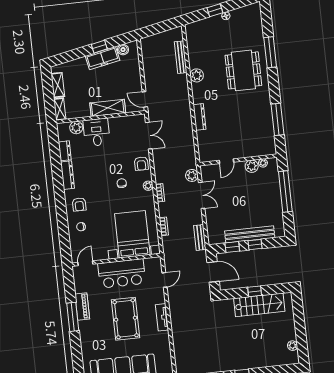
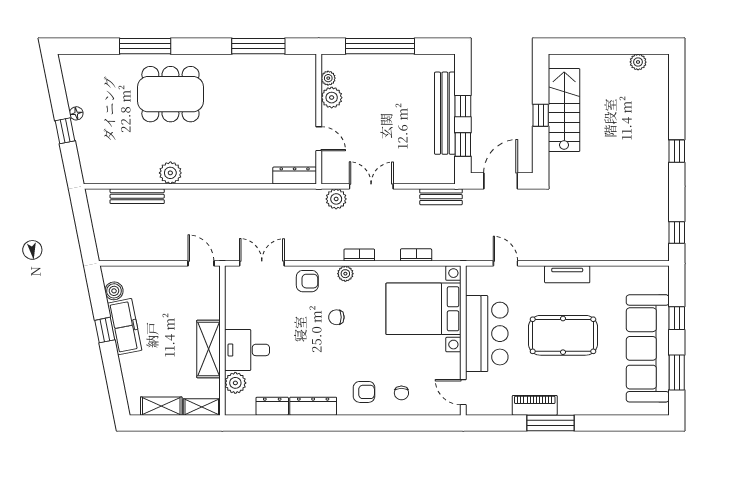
door: (145, 99) -> (201, 263), swing flipped
shelving: (108, 108) -> (208, 349), moved
dresser: (200, 117) -> (295, 176), moved

